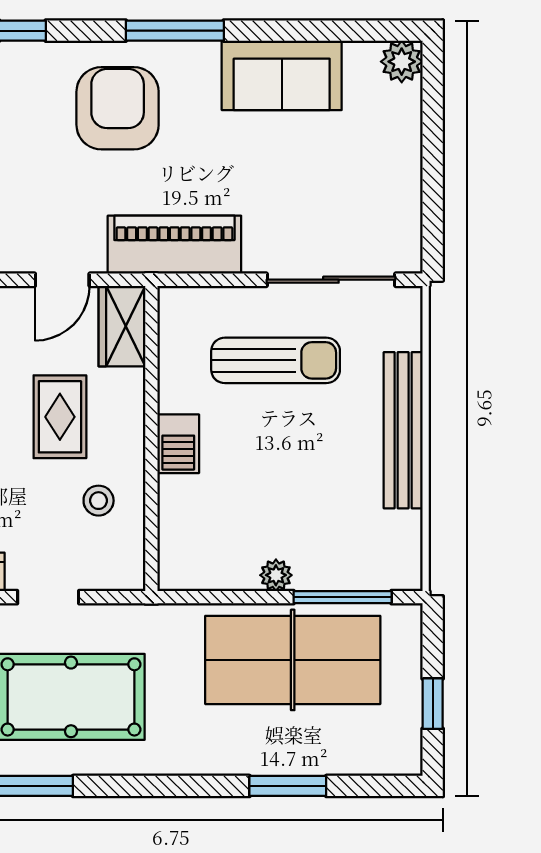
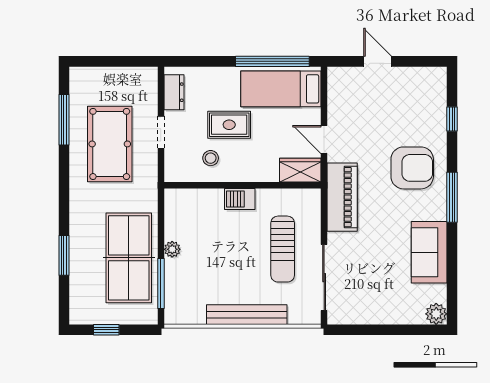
rug: (60, 417) -> (229, 125), moved

